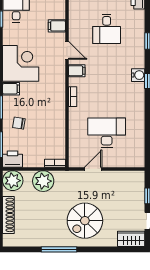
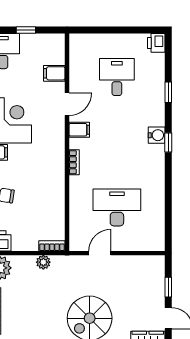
desk: (107, 29) -> (117, 77), turned 180
door: (67, 50) -> (67, 104), hinge flipped
plant: (43, 181) -> (43, 262), width x0.53, depth x0.53

